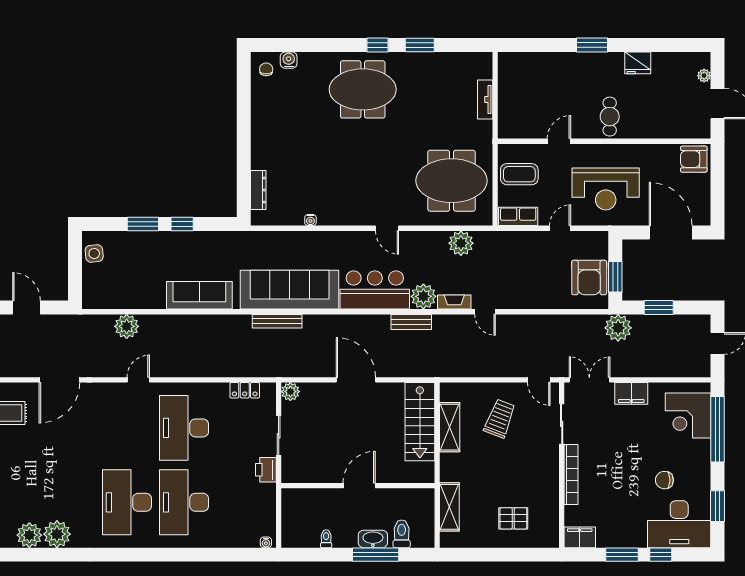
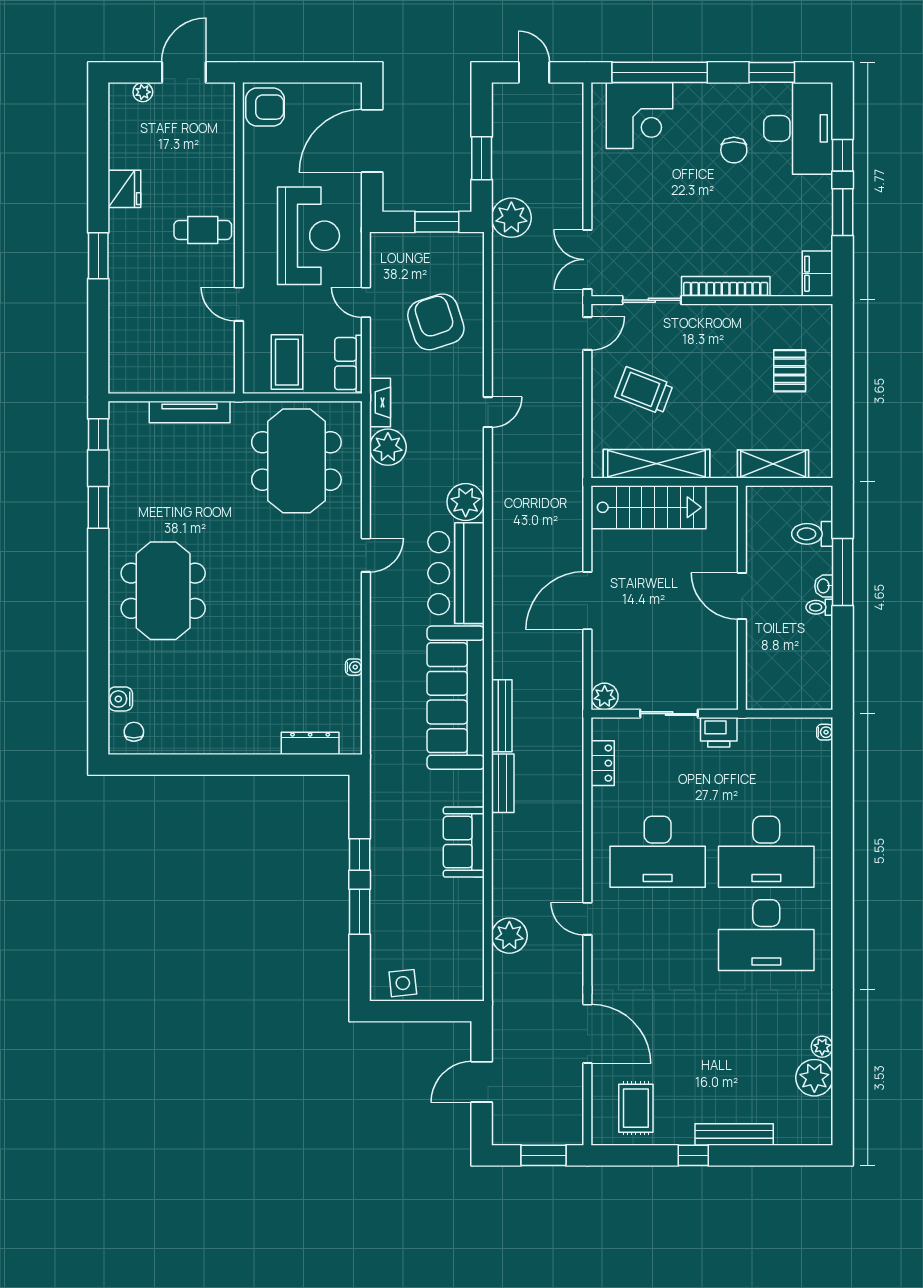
window: (377, 45) -> (98, 434), moved
chair: (266, 69) -> (134, 732), turned 90
tv unit: (485, 100) -> (190, 412), width x1.41
armchair: (694, 159) -> (265, 107), turned -90
armchair: (589, 278) -> (436, 322), moved, turned -108
sofa: (199, 295) -> (464, 842), width x0.73
fireplace: (454, 302) -> (380, 402), moved, turned 180
bench: (411, 322) -> (503, 783), moved
filing cabinet: (631, 393) -> (607, 198), removed
shelving: (450, 427) -> (656, 464), width x1.47
plant: (57, 534) -> (822, 1047), width x0.53, depth x0.53
toilet: (326, 539) -> (819, 607), moved
washbasin: (373, 539) -> (824, 586), width x0.52, depth x0.69

